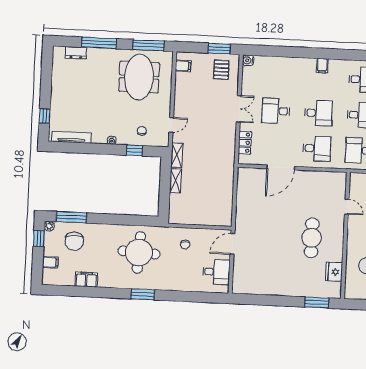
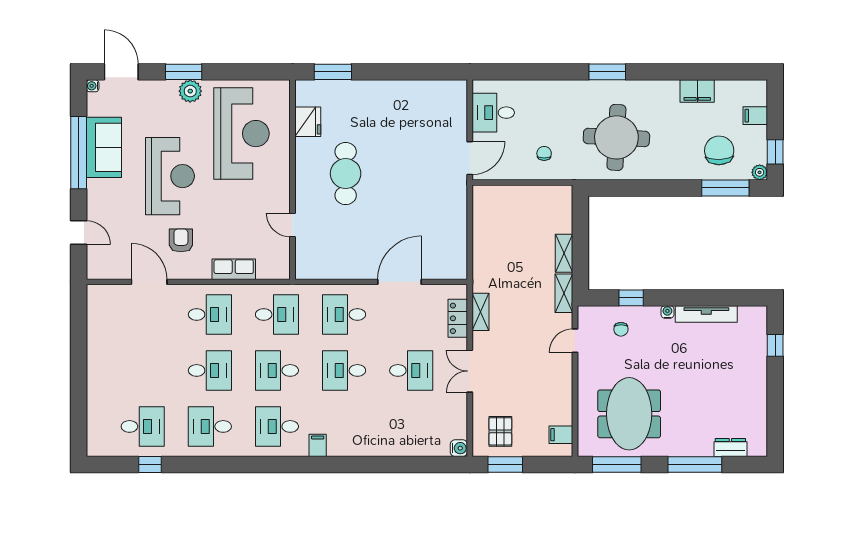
filing cabinet: (322, 66) -> (318, 445), moved
tv unit: (71, 137) -> (706, 314), moved
shelving: (230, 146) -> (481, 312), added

